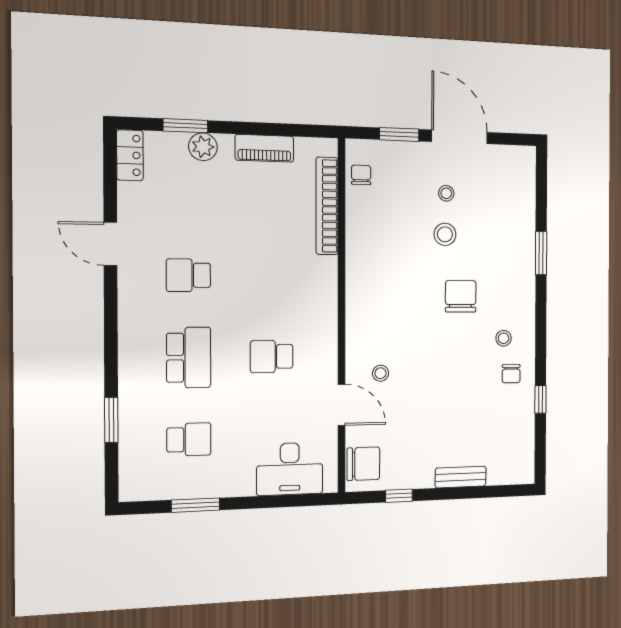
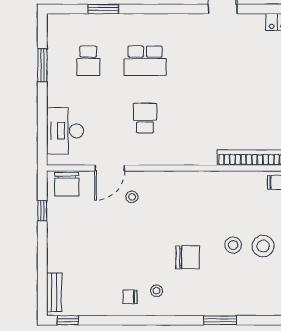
stool: (446, 193) -> (263, 246), width x1.89, depth x1.89
school desk: (188, 275) -> (202, 61), removed
window: (540, 399) -> (68, 320), moved
bench: (461, 477) -> (54, 292), moved

